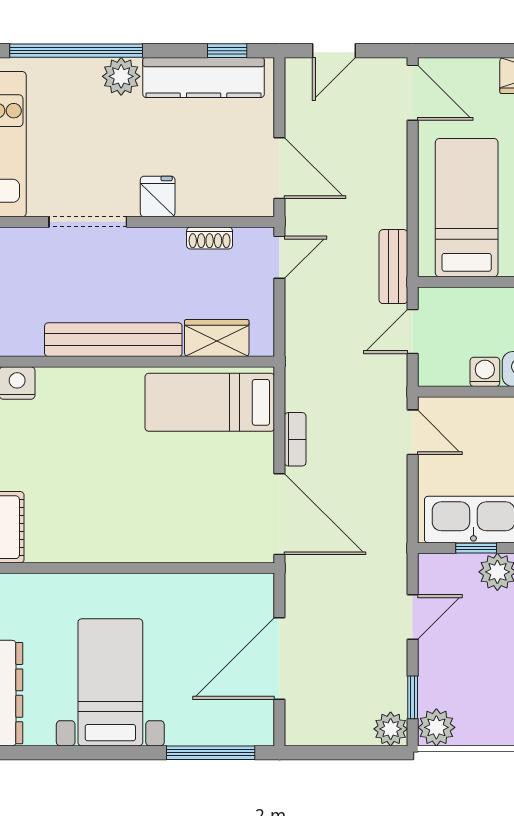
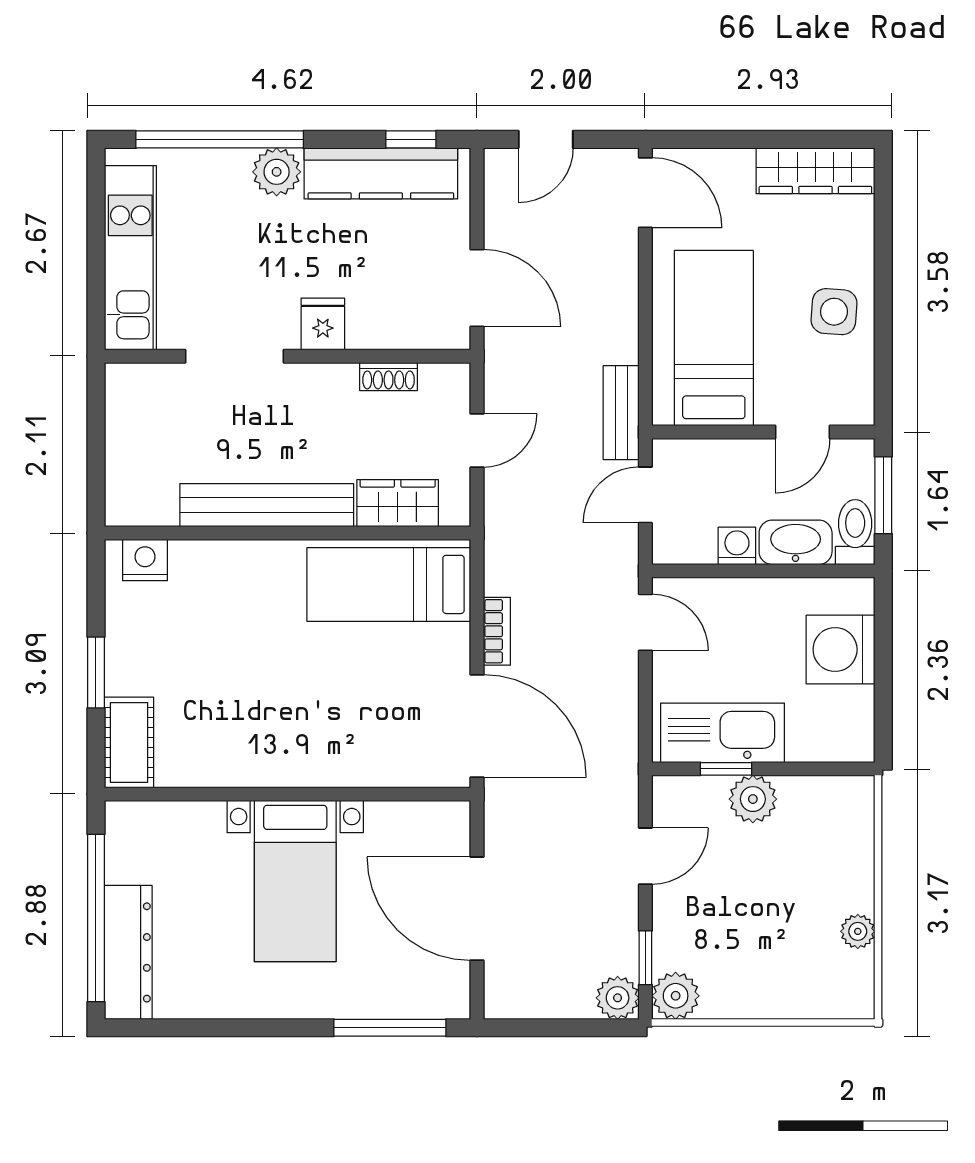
door: (279, 257) -> (477, 440), moved
door: (279, 658) -> (477, 909), hinge flipped
bed with nightstands: (110, 682) -> (295, 881), moved, turned 180

